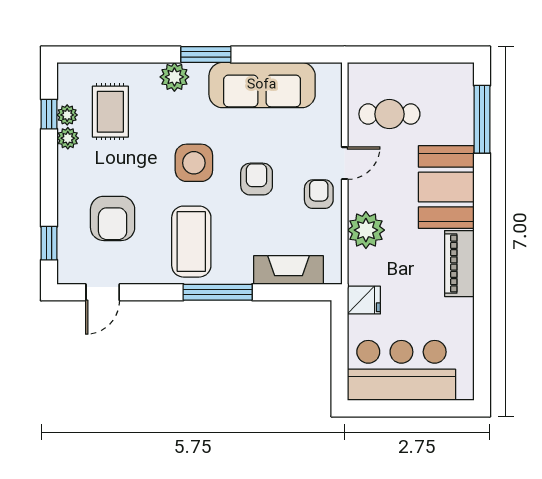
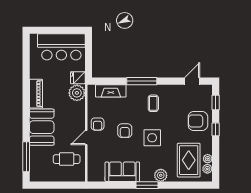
sofa: (262, 85) -> (122, 172), width x0.73
rug: (110, 112) -> (189, 160), width x1.36, depth x1.43
window: (49, 114) -> (216, 129), moved
plant: (68, 138) -> (207, 169), moved
armchair: (113, 218) -> (198, 121), moved, turned -90
plant: (366, 230) -> (77, 93), moved
coffee table: (191, 242) -> (153, 103), width x0.54, depth x0.58

